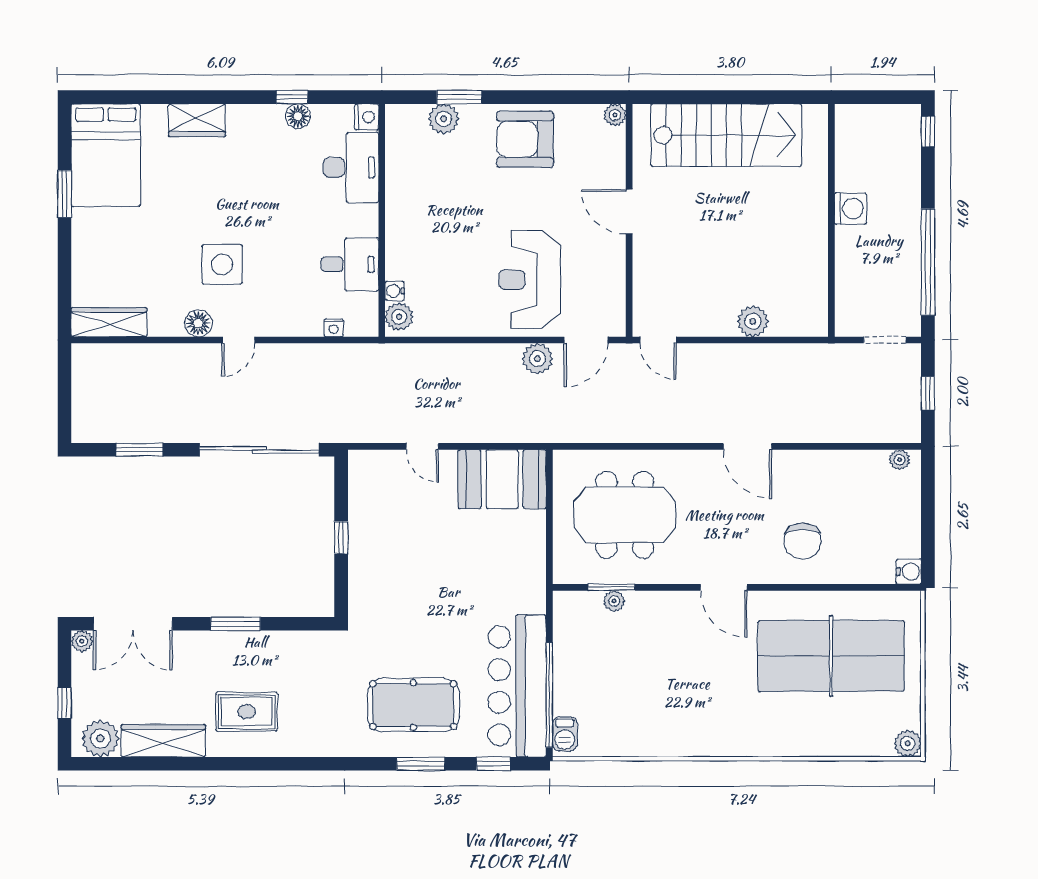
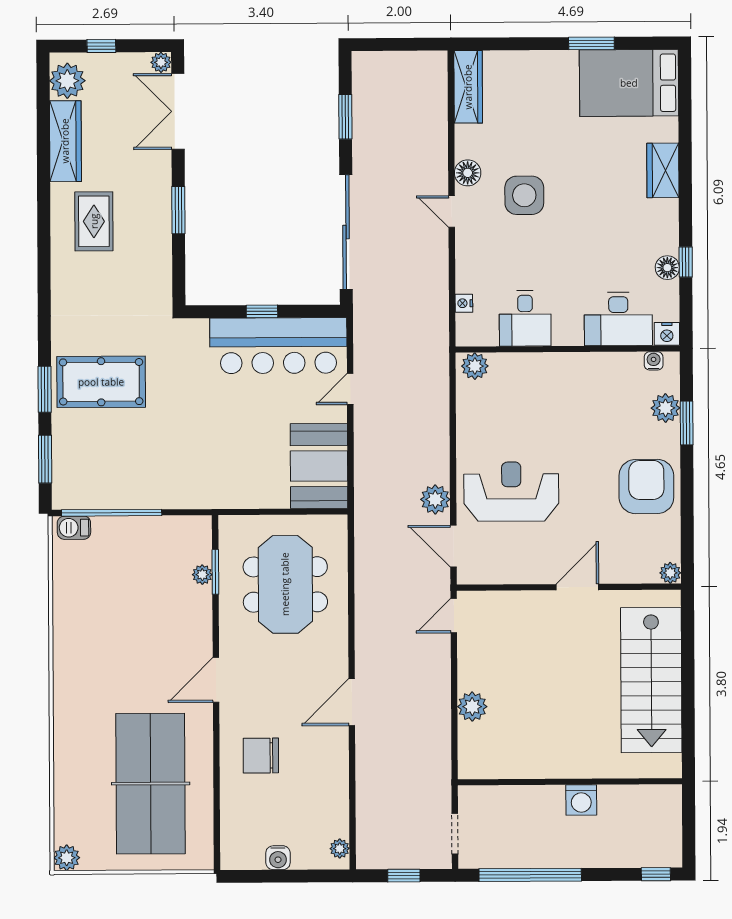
water cooler: (395, 291) -> (654, 361), moved
water cooler: (909, 572) -> (278, 858), moved
bar counter: (517, 686) -> (278, 346), moved, turned 180
pool table: (413, 705) -> (101, 382), turned 90
window: (493, 764) -> (45, 459), width x1.50

